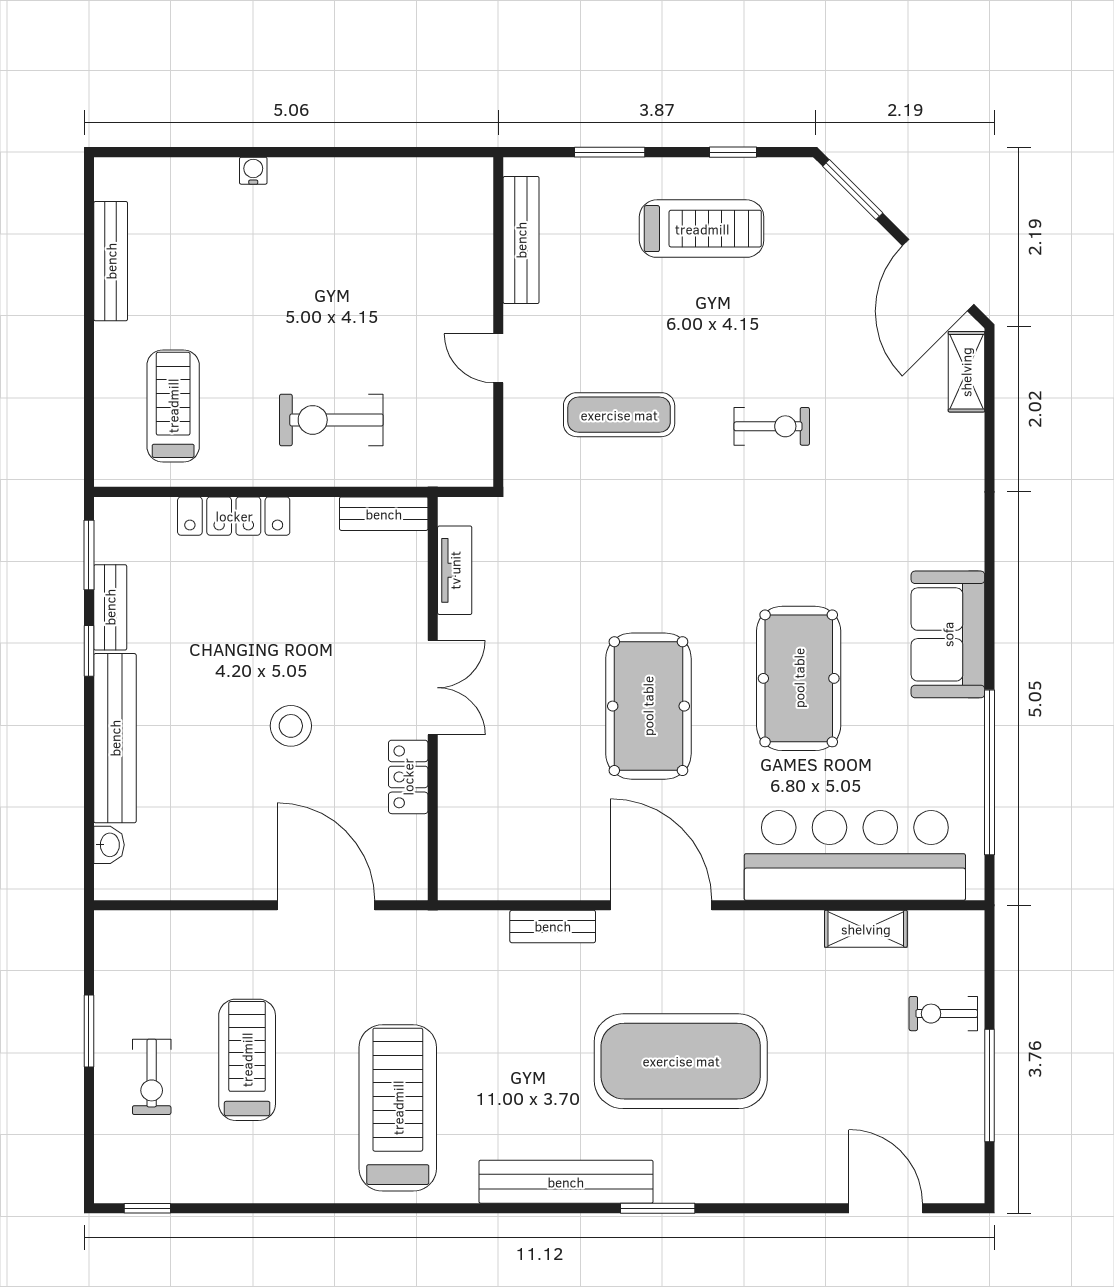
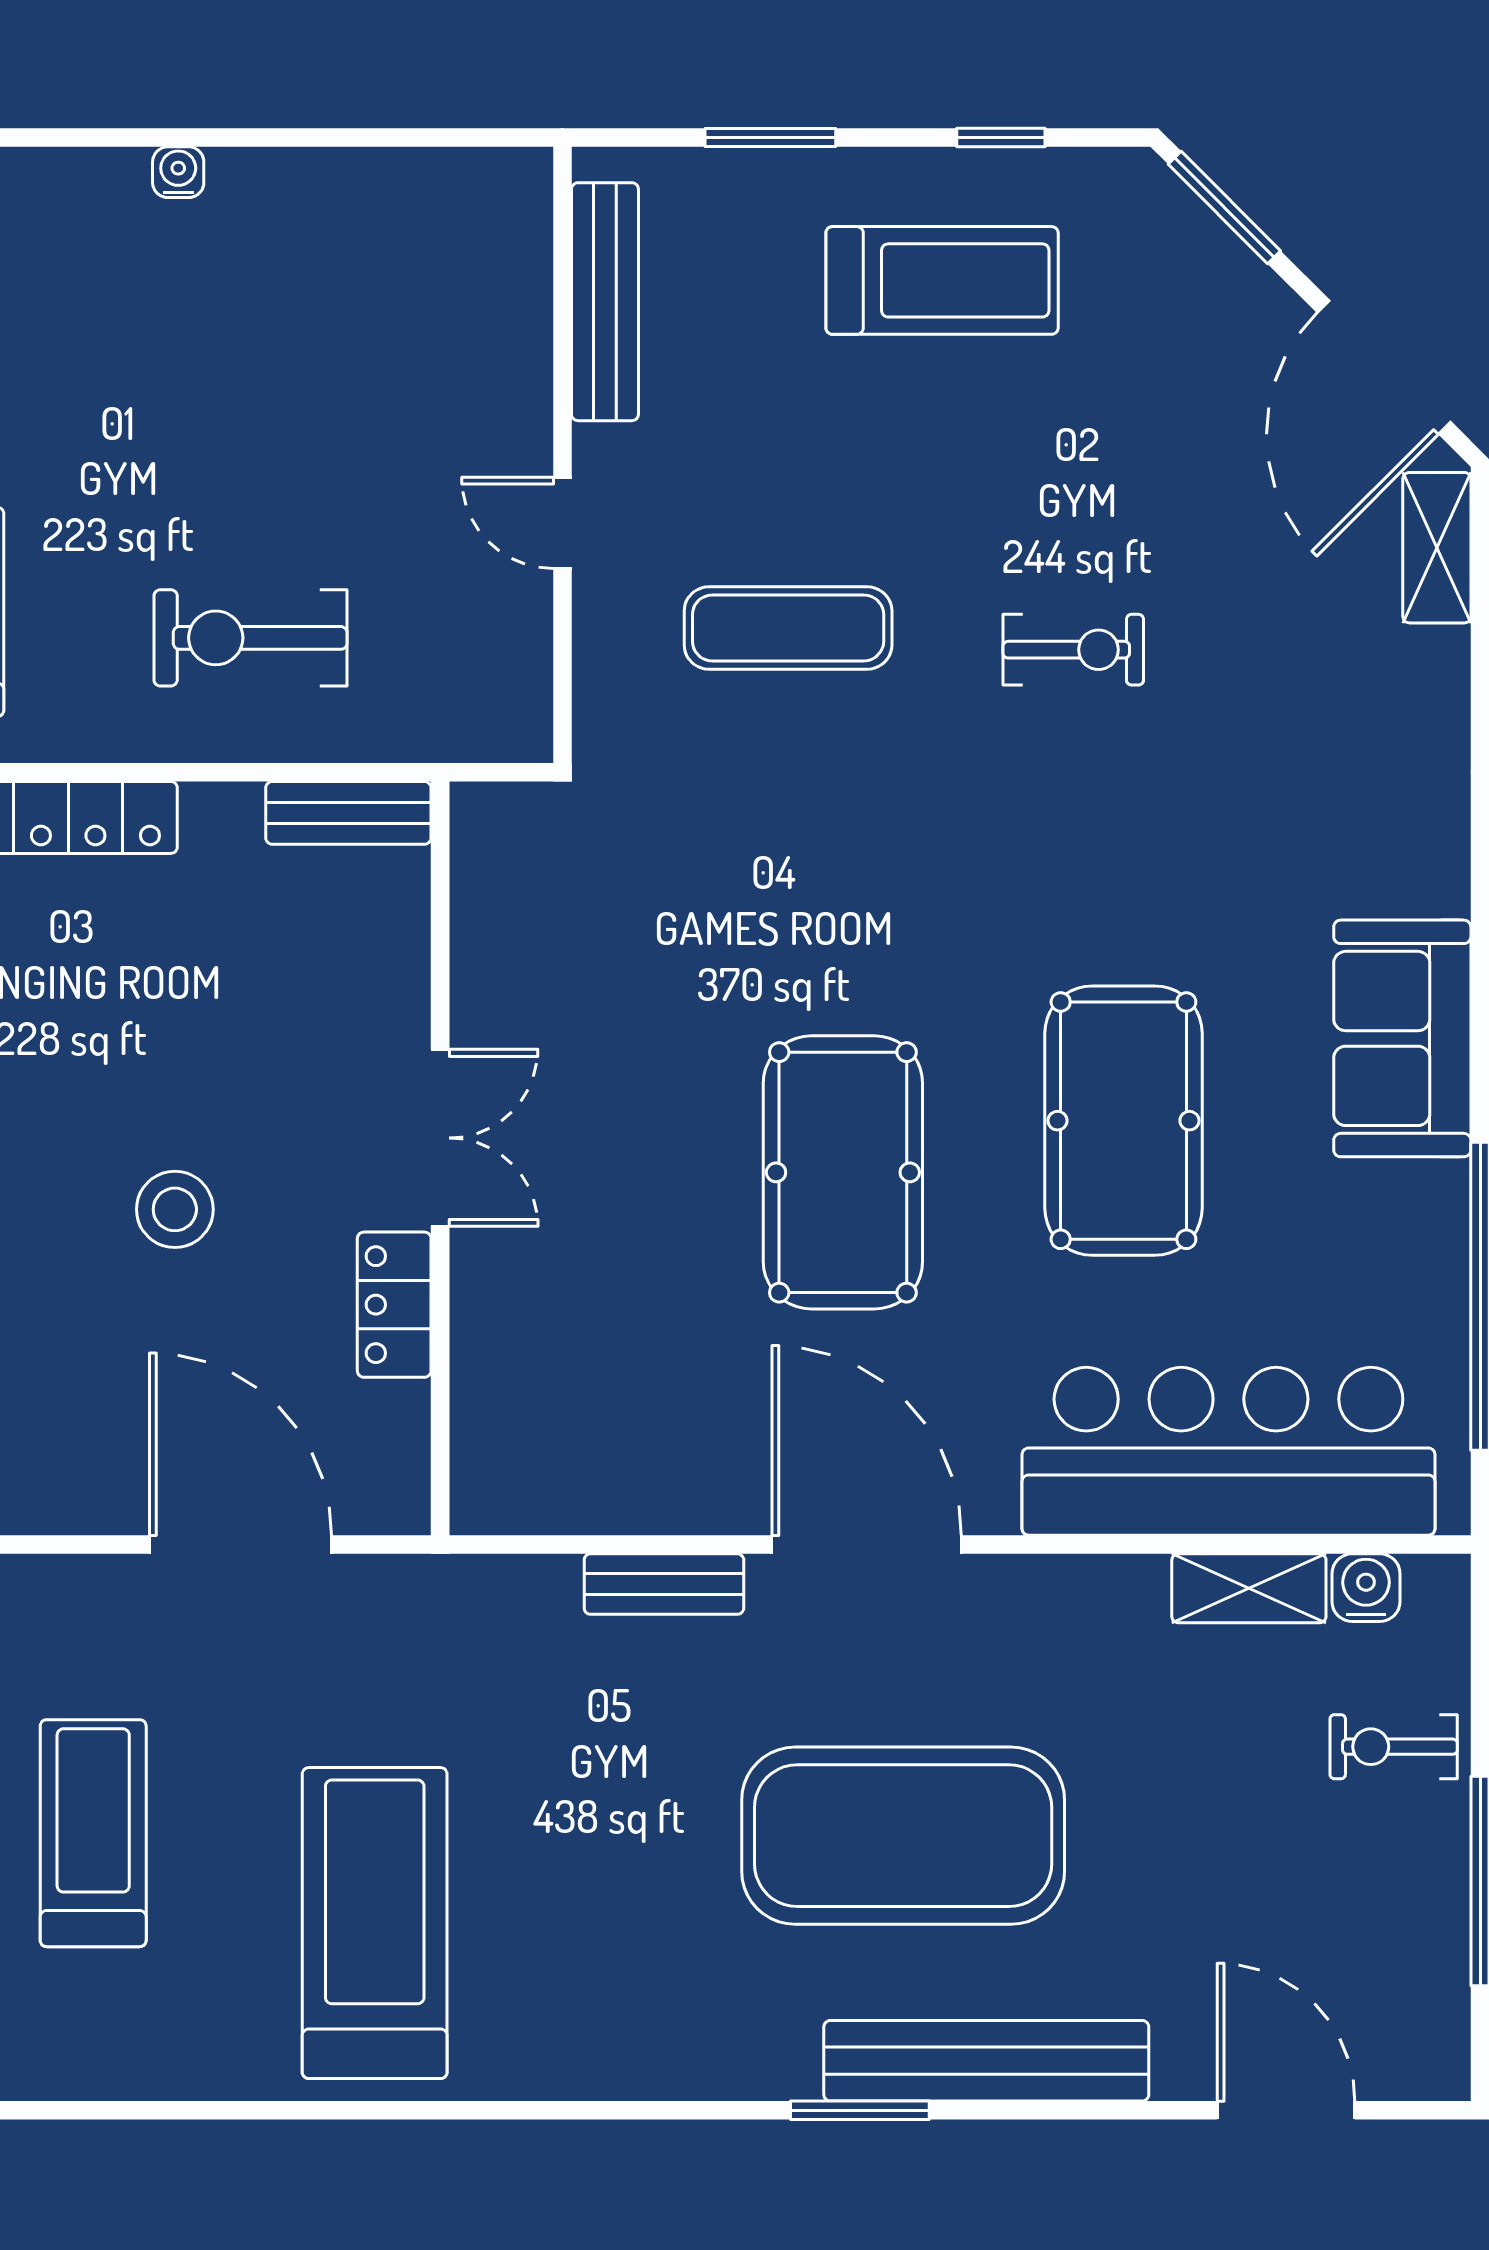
water cooler: (253, 171) -> (178, 172), moved
tv unit: (455, 570) -> (481, 919), removed
water cooler: (928, 928) -> (1366, 1588), added
bench: (566, 1182) -> (986, 2061), moved

